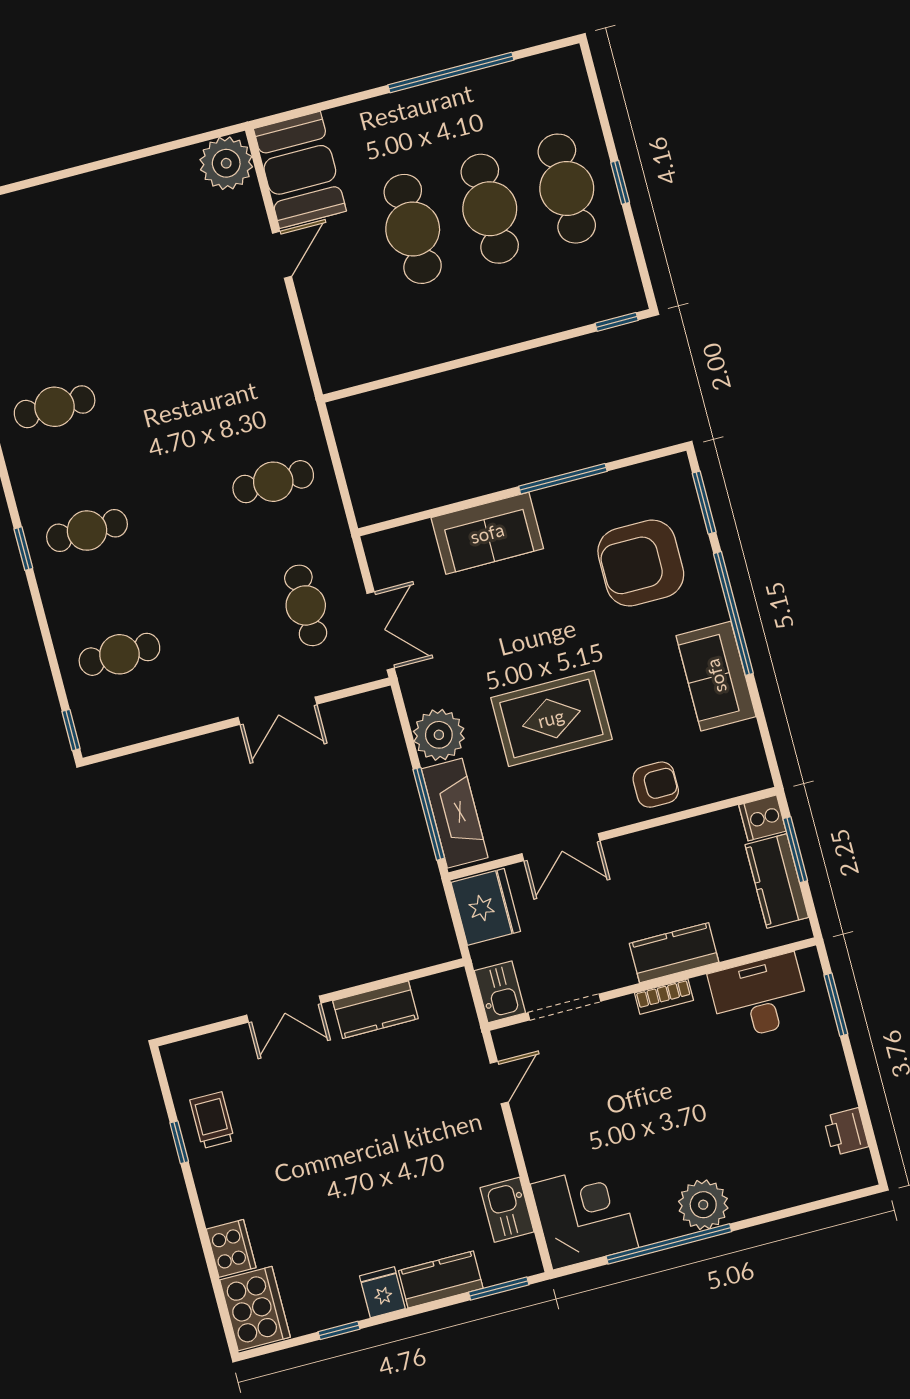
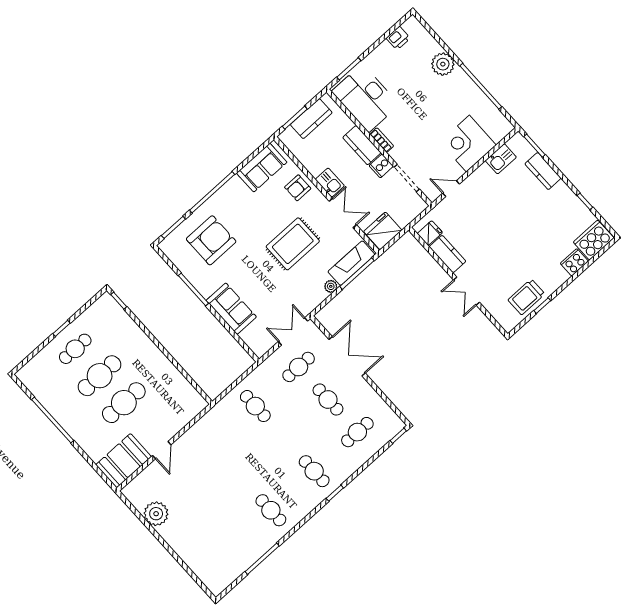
plant: (226, 163) -> (156, 514), moved
cafe table: (567, 189) -> (75, 349), width x0.73, depth x0.74
door: (282, 255) -> (162, 450), swing flipped
armchair: (641, 563) -> (211, 240), turned -90
cafe table: (213, 630) -> (328, 400), added
cafe table: (119, 654) -> (357, 432), turned 90
sofa: (716, 676) -> (262, 168), moved
double door: (278, 711) -> (347, 356), width x1.37
rug: (551, 718) -> (293, 244), turned 90
plant: (439, 735) -> (331, 286), width x0.53, depth x0.53
armchair: (656, 785) -> (298, 188), turned -90
cooker: (762, 818) -> (381, 166), moved, turned 90
kitchen sink: (500, 992) -> (330, 183), moved, turned 90
desk: (759, 997) -> (365, 98), width x1.36, depth x1.30
double door: (284, 1009) -> (466, 291), swing flipped
trolley: (212, 1120) -> (526, 297), width x1.36, depth x1.39
plant: (703, 1205) -> (443, 64), moved
corner desk: (584, 1216) -> (468, 144), moved
fridge: (382, 1292) -> (430, 233), moved, turned 180

